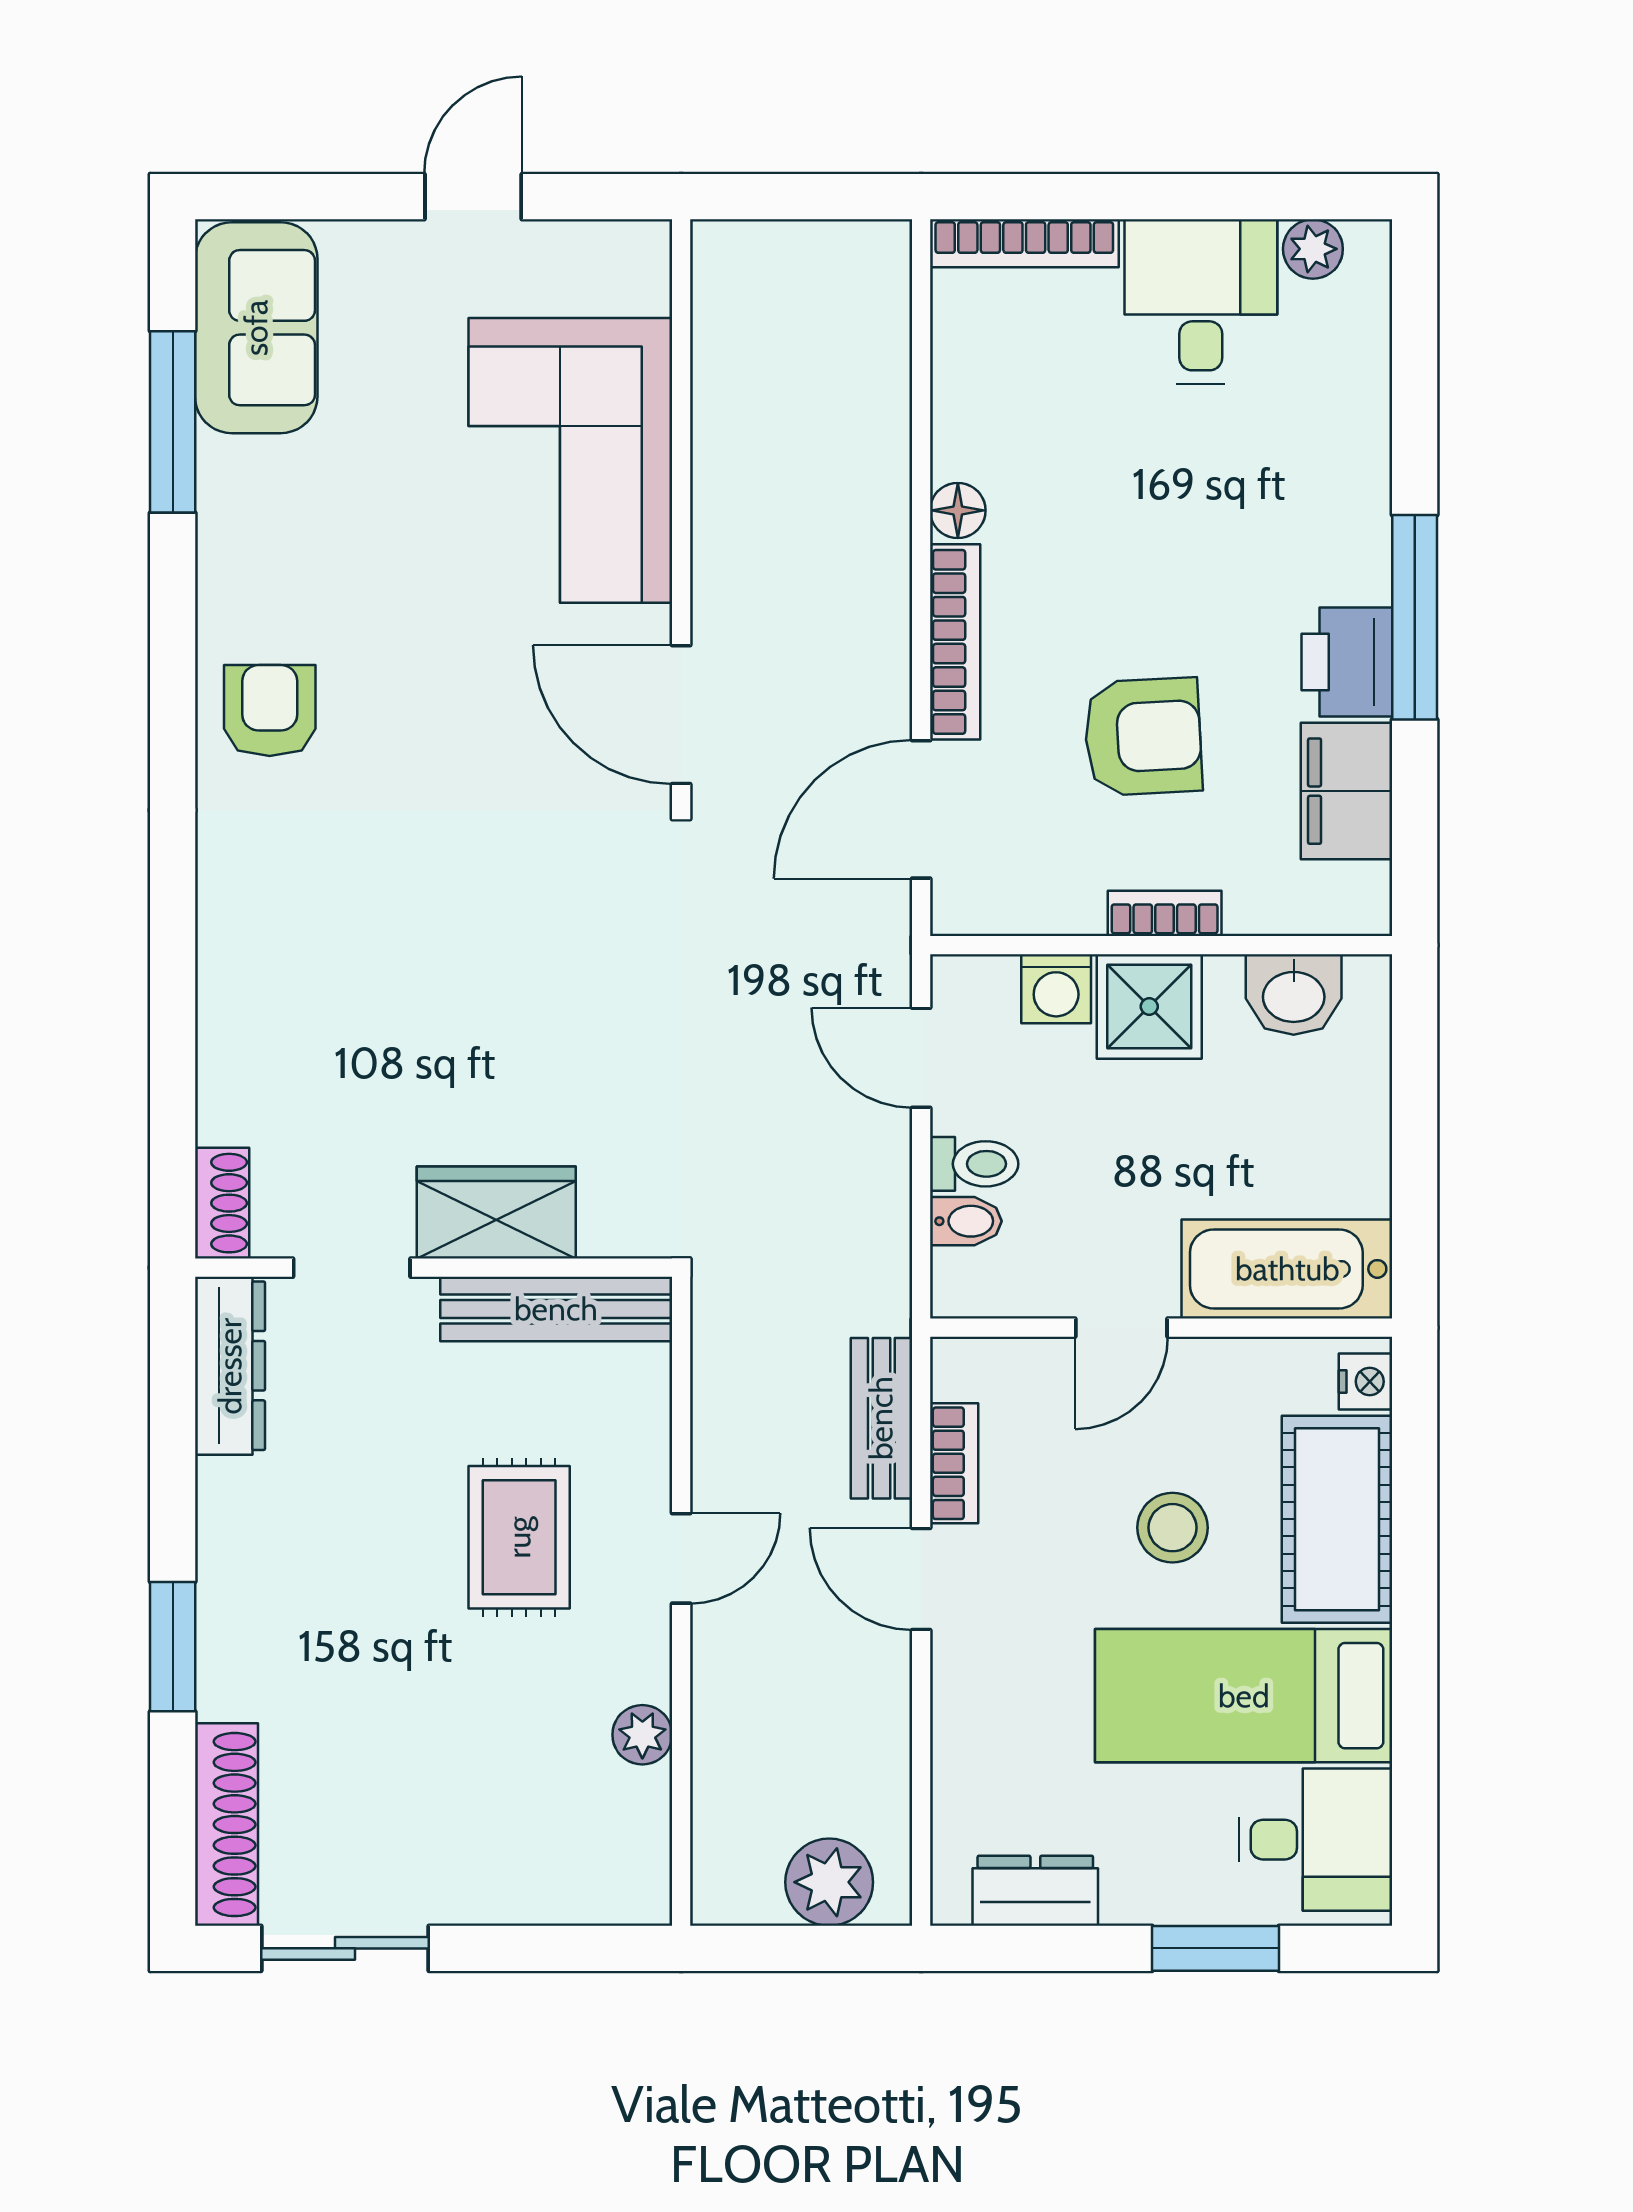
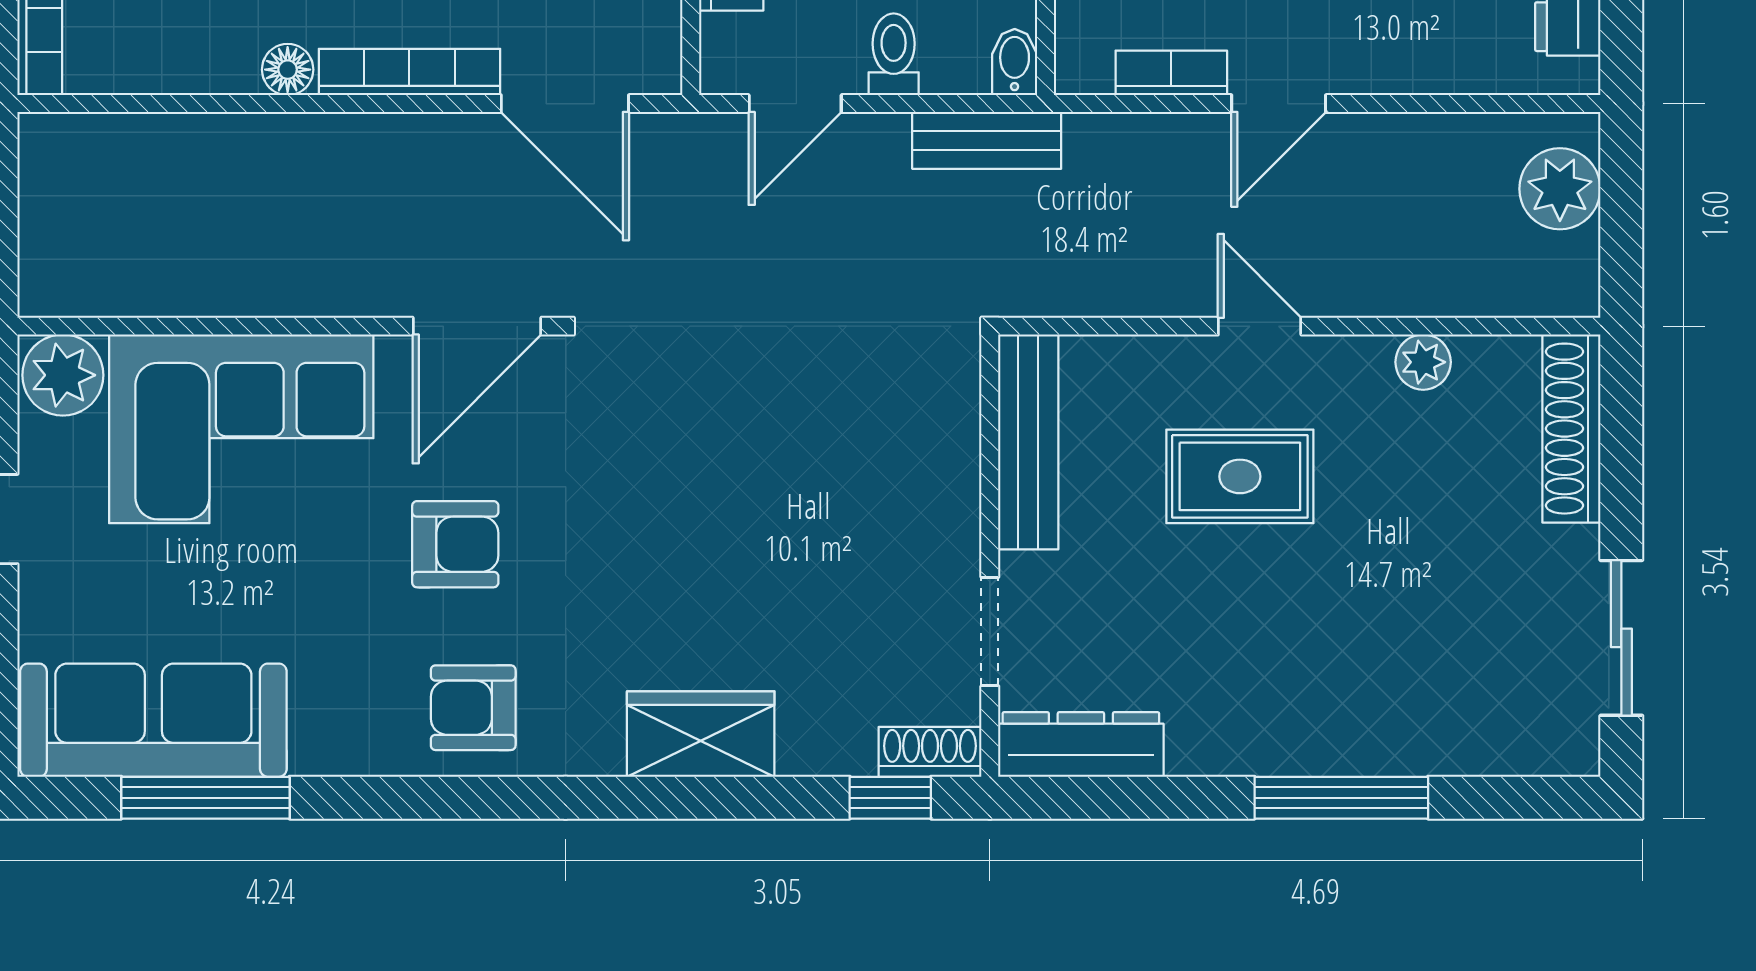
plant: (628, 268) -> (63, 375), added
sofa: (256, 328) -> (153, 720), width x1.36
armchair: (446, 691) -> (455, 544), added
window: (173, 1160) -> (890, 798), added
wardrobe: (496, 1212) -> (701, 734), moved, turned 90
bidet: (966, 1221) -> (1015, 62), moved
bench: (881, 1418) -> (987, 140), moved
window: (173, 1647) -> (1341, 798), width x1.44
shoe rack: (226, 1825) -> (1571, 429), moved, turned -90

